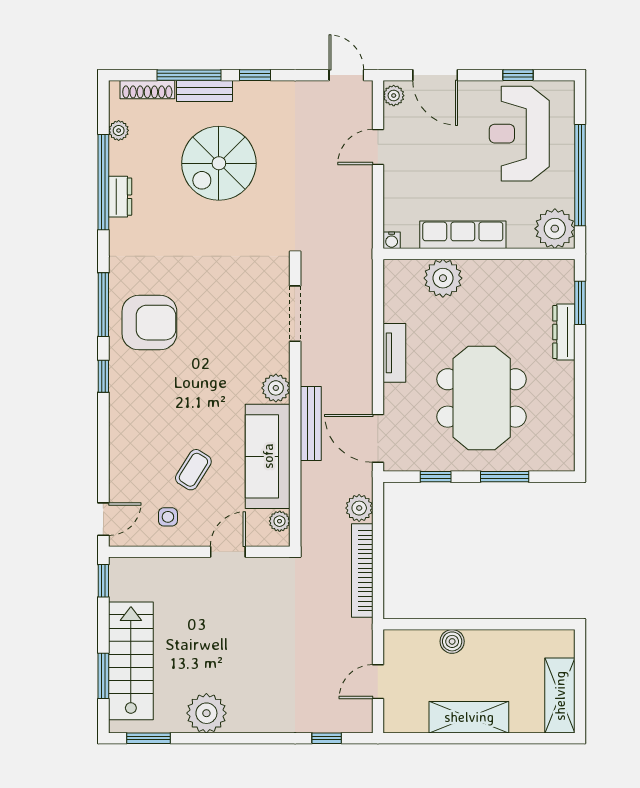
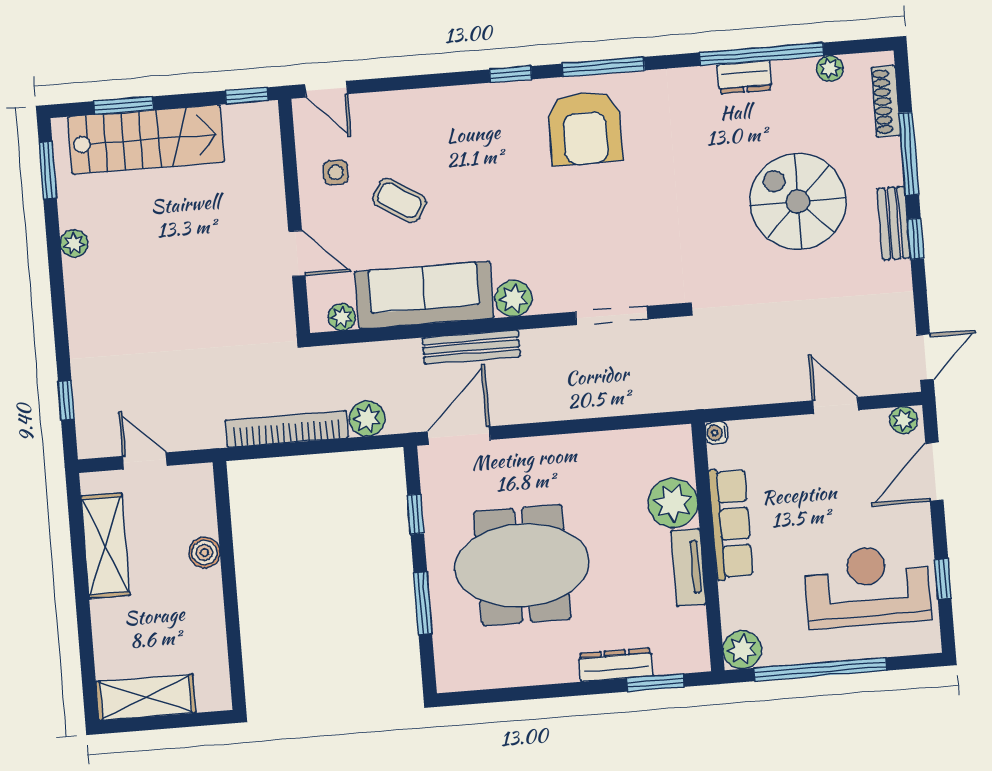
bench: (204, 91) -> (894, 223), moved
plant: (555, 229) -> (742, 650), width x0.73, depth x0.73
tv unit: (394, 353) -> (688, 568), moved, turned 90
plant: (206, 713) -> (74, 243), width x0.53, depth x0.53
shelving: (469, 717) -> (105, 546), moved

